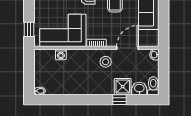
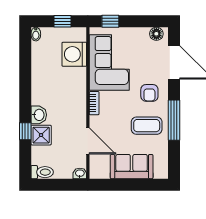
washing machine: (61, 54) -> (74, 54), width x1.89, depth x1.89
stool: (106, 62) -> (71, 114), removed
window: (29, 69) -> (63, 21), added
washbasin: (139, 89) -> (39, 115), moved

